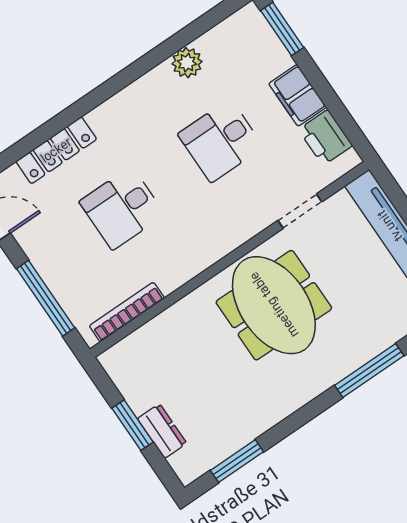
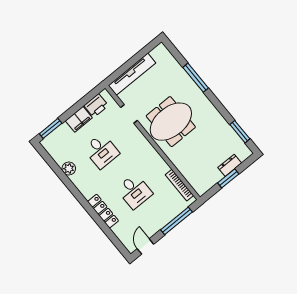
locker: (56, 150) -> (103, 211), moved

